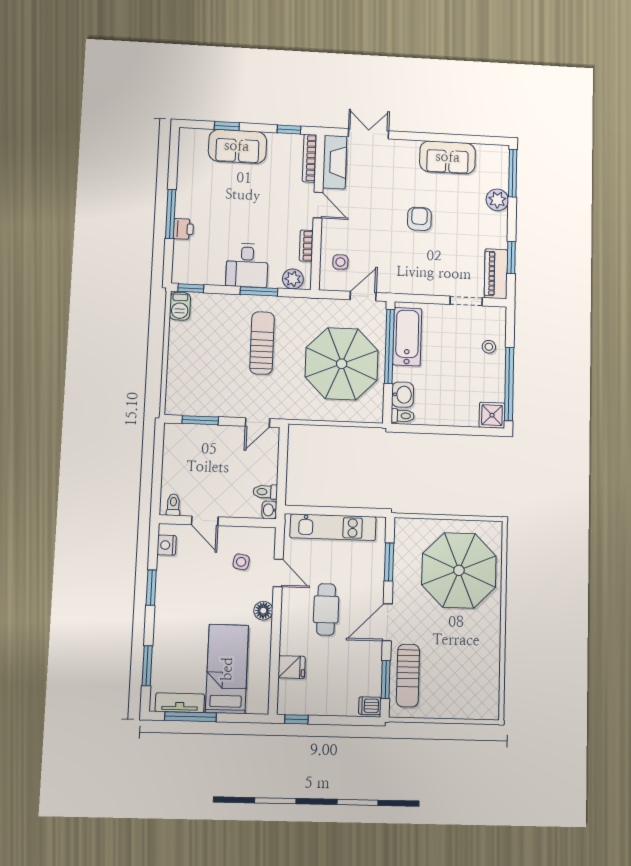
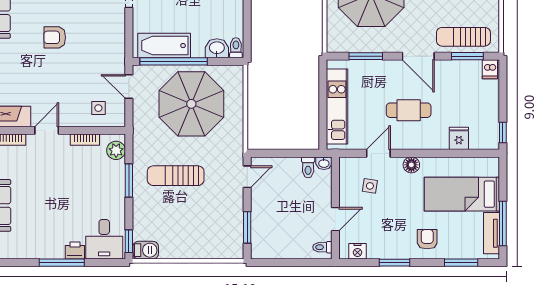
desk: (247, 265) -> (104, 239), moved, turned 90
door: (257, 422) -> (247, 177), hinge flipped
armchair: (176, 627) -> (427, 239), added
sun lounger: (408, 676) -> (463, 37), turned 180

